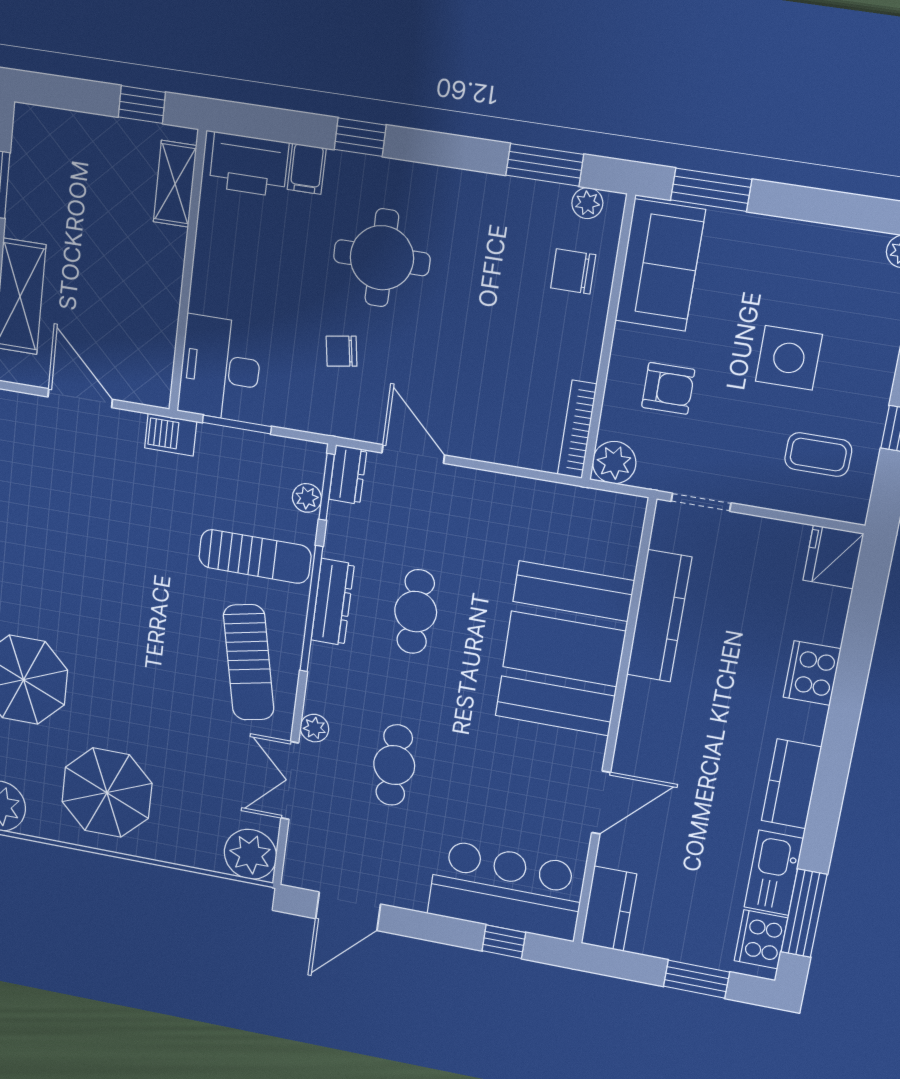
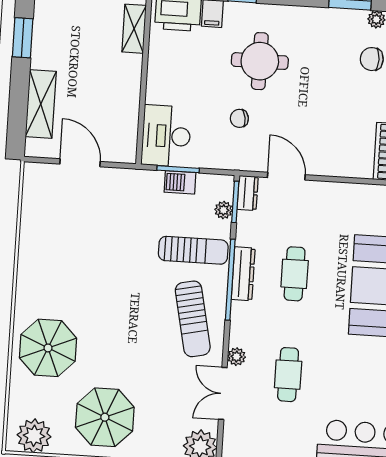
barbecue: (171, 435) -> (180, 182), moved

